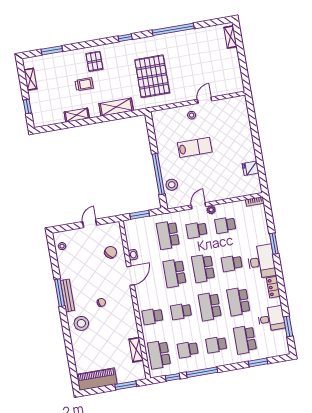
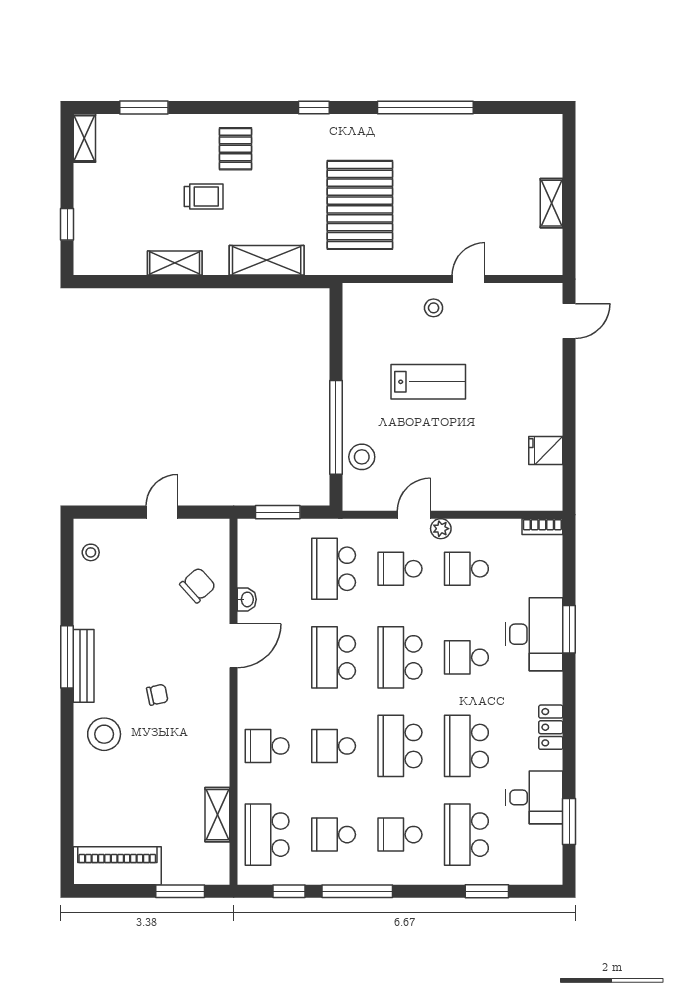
shelving: (230, 37) -> (552, 203), moved
shelving: (30, 79) -> (84, 138), moved
door: (251, 111) -> (569, 321), added
desk: (261, 262) -> (534, 634), moved

